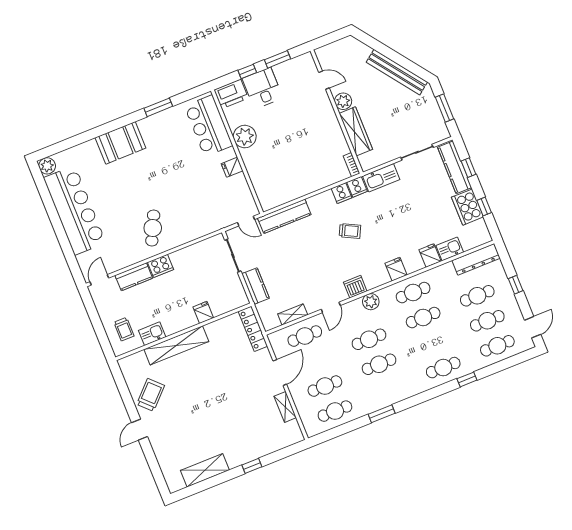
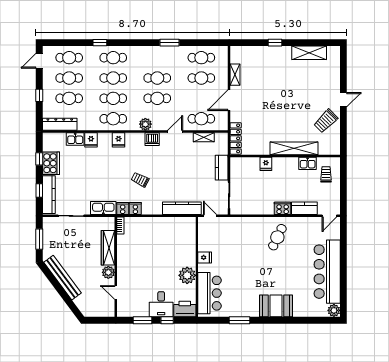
cafe table: (433, 343) -> (113, 78), added

